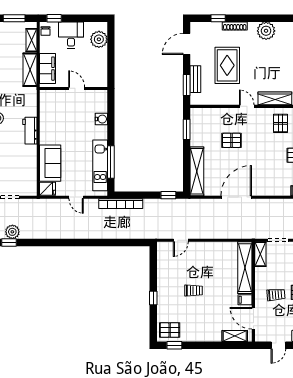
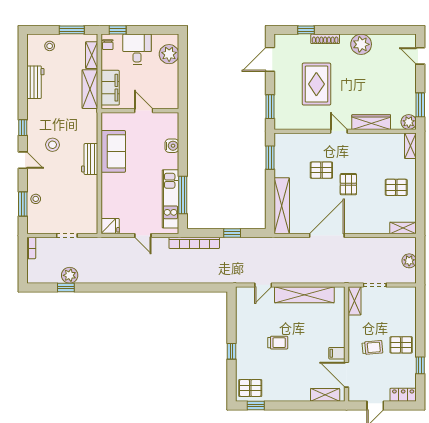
bench: (195, 79) -> (280, 100), removed
pallet: (281, 123) -> (348, 184), moved
sofa: (50, 163) -> (113, 151), moved
window: (168, 195) -> (232, 233), moved
shelving: (245, 268) -> (304, 295), moved, turned 90

